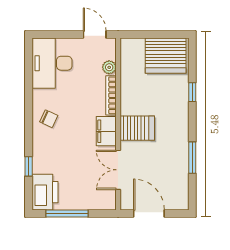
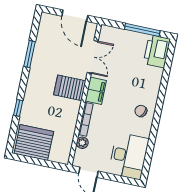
window: (29, 166) -> (166, 75), removed

